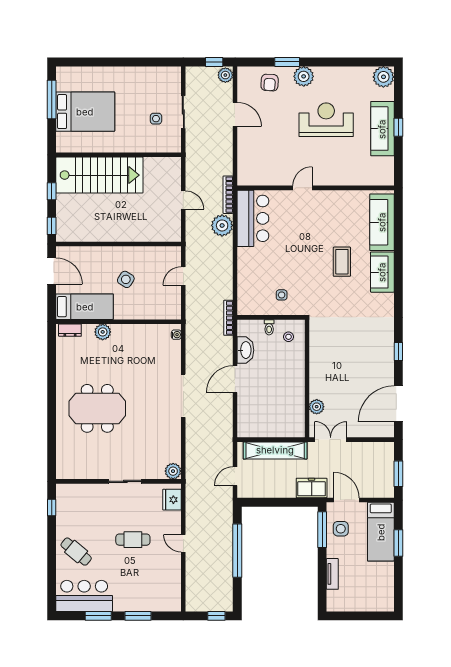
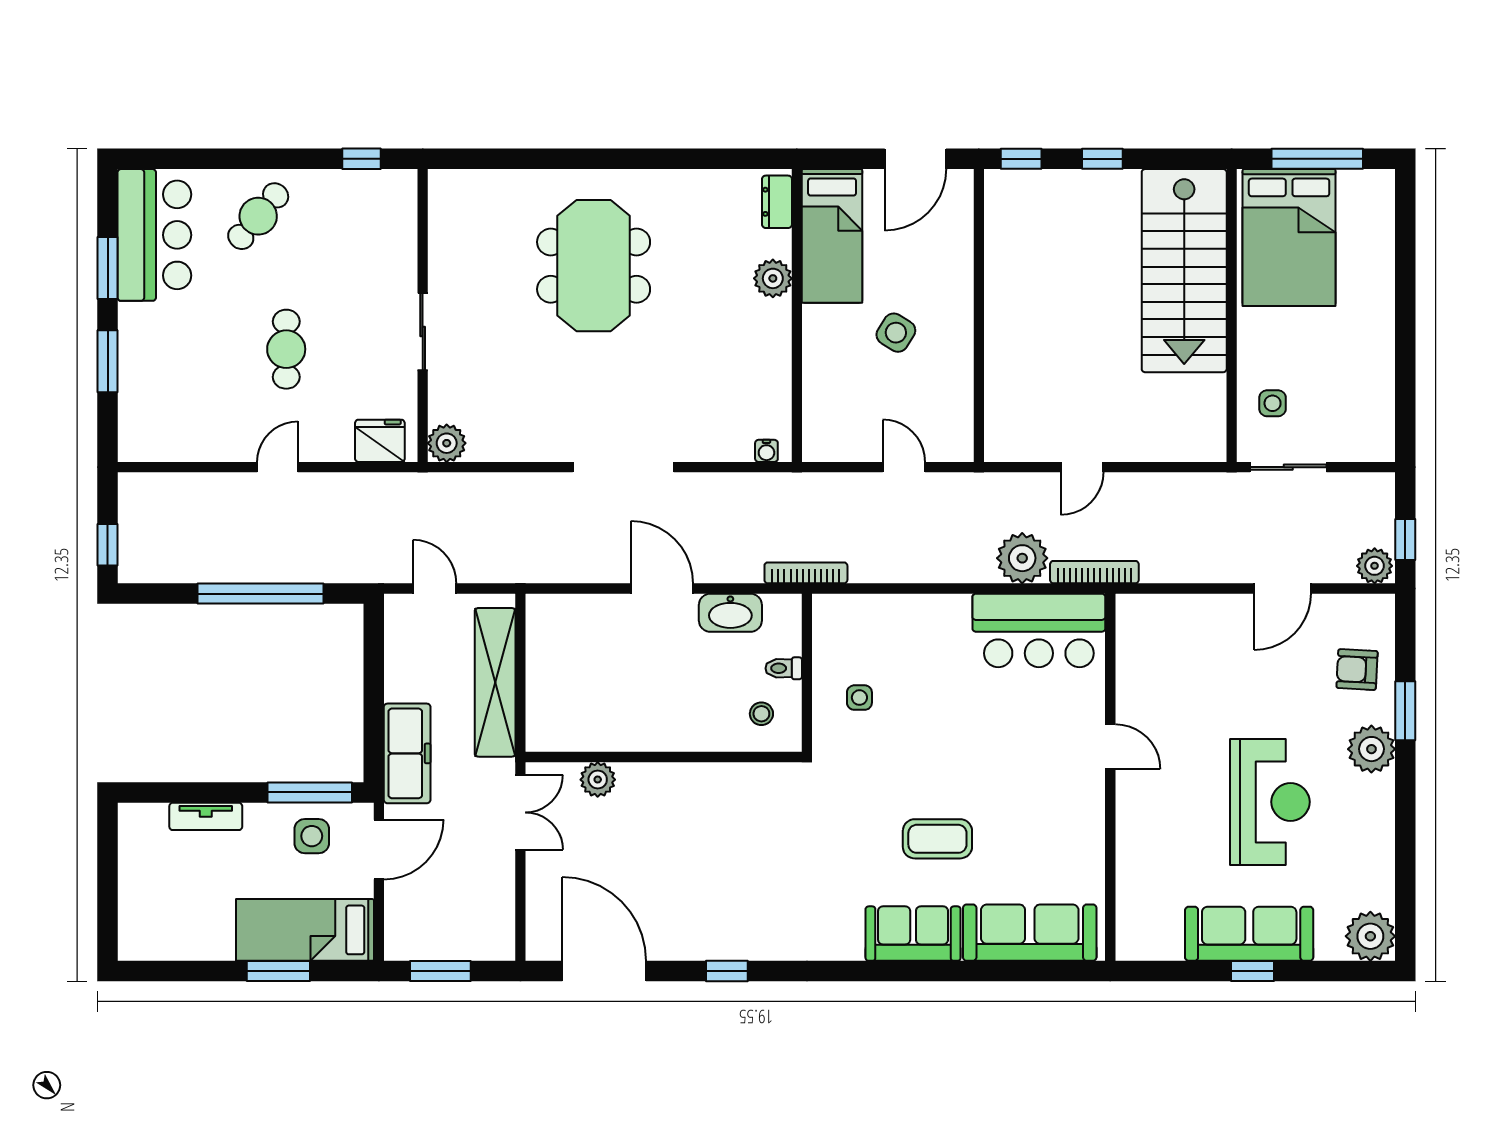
wall: (119, 155) -> (1232, 315), moved
stairs: (99, 175) -> (1184, 271), moved
freezer: (312, 488) -> (407, 753), width x1.40

